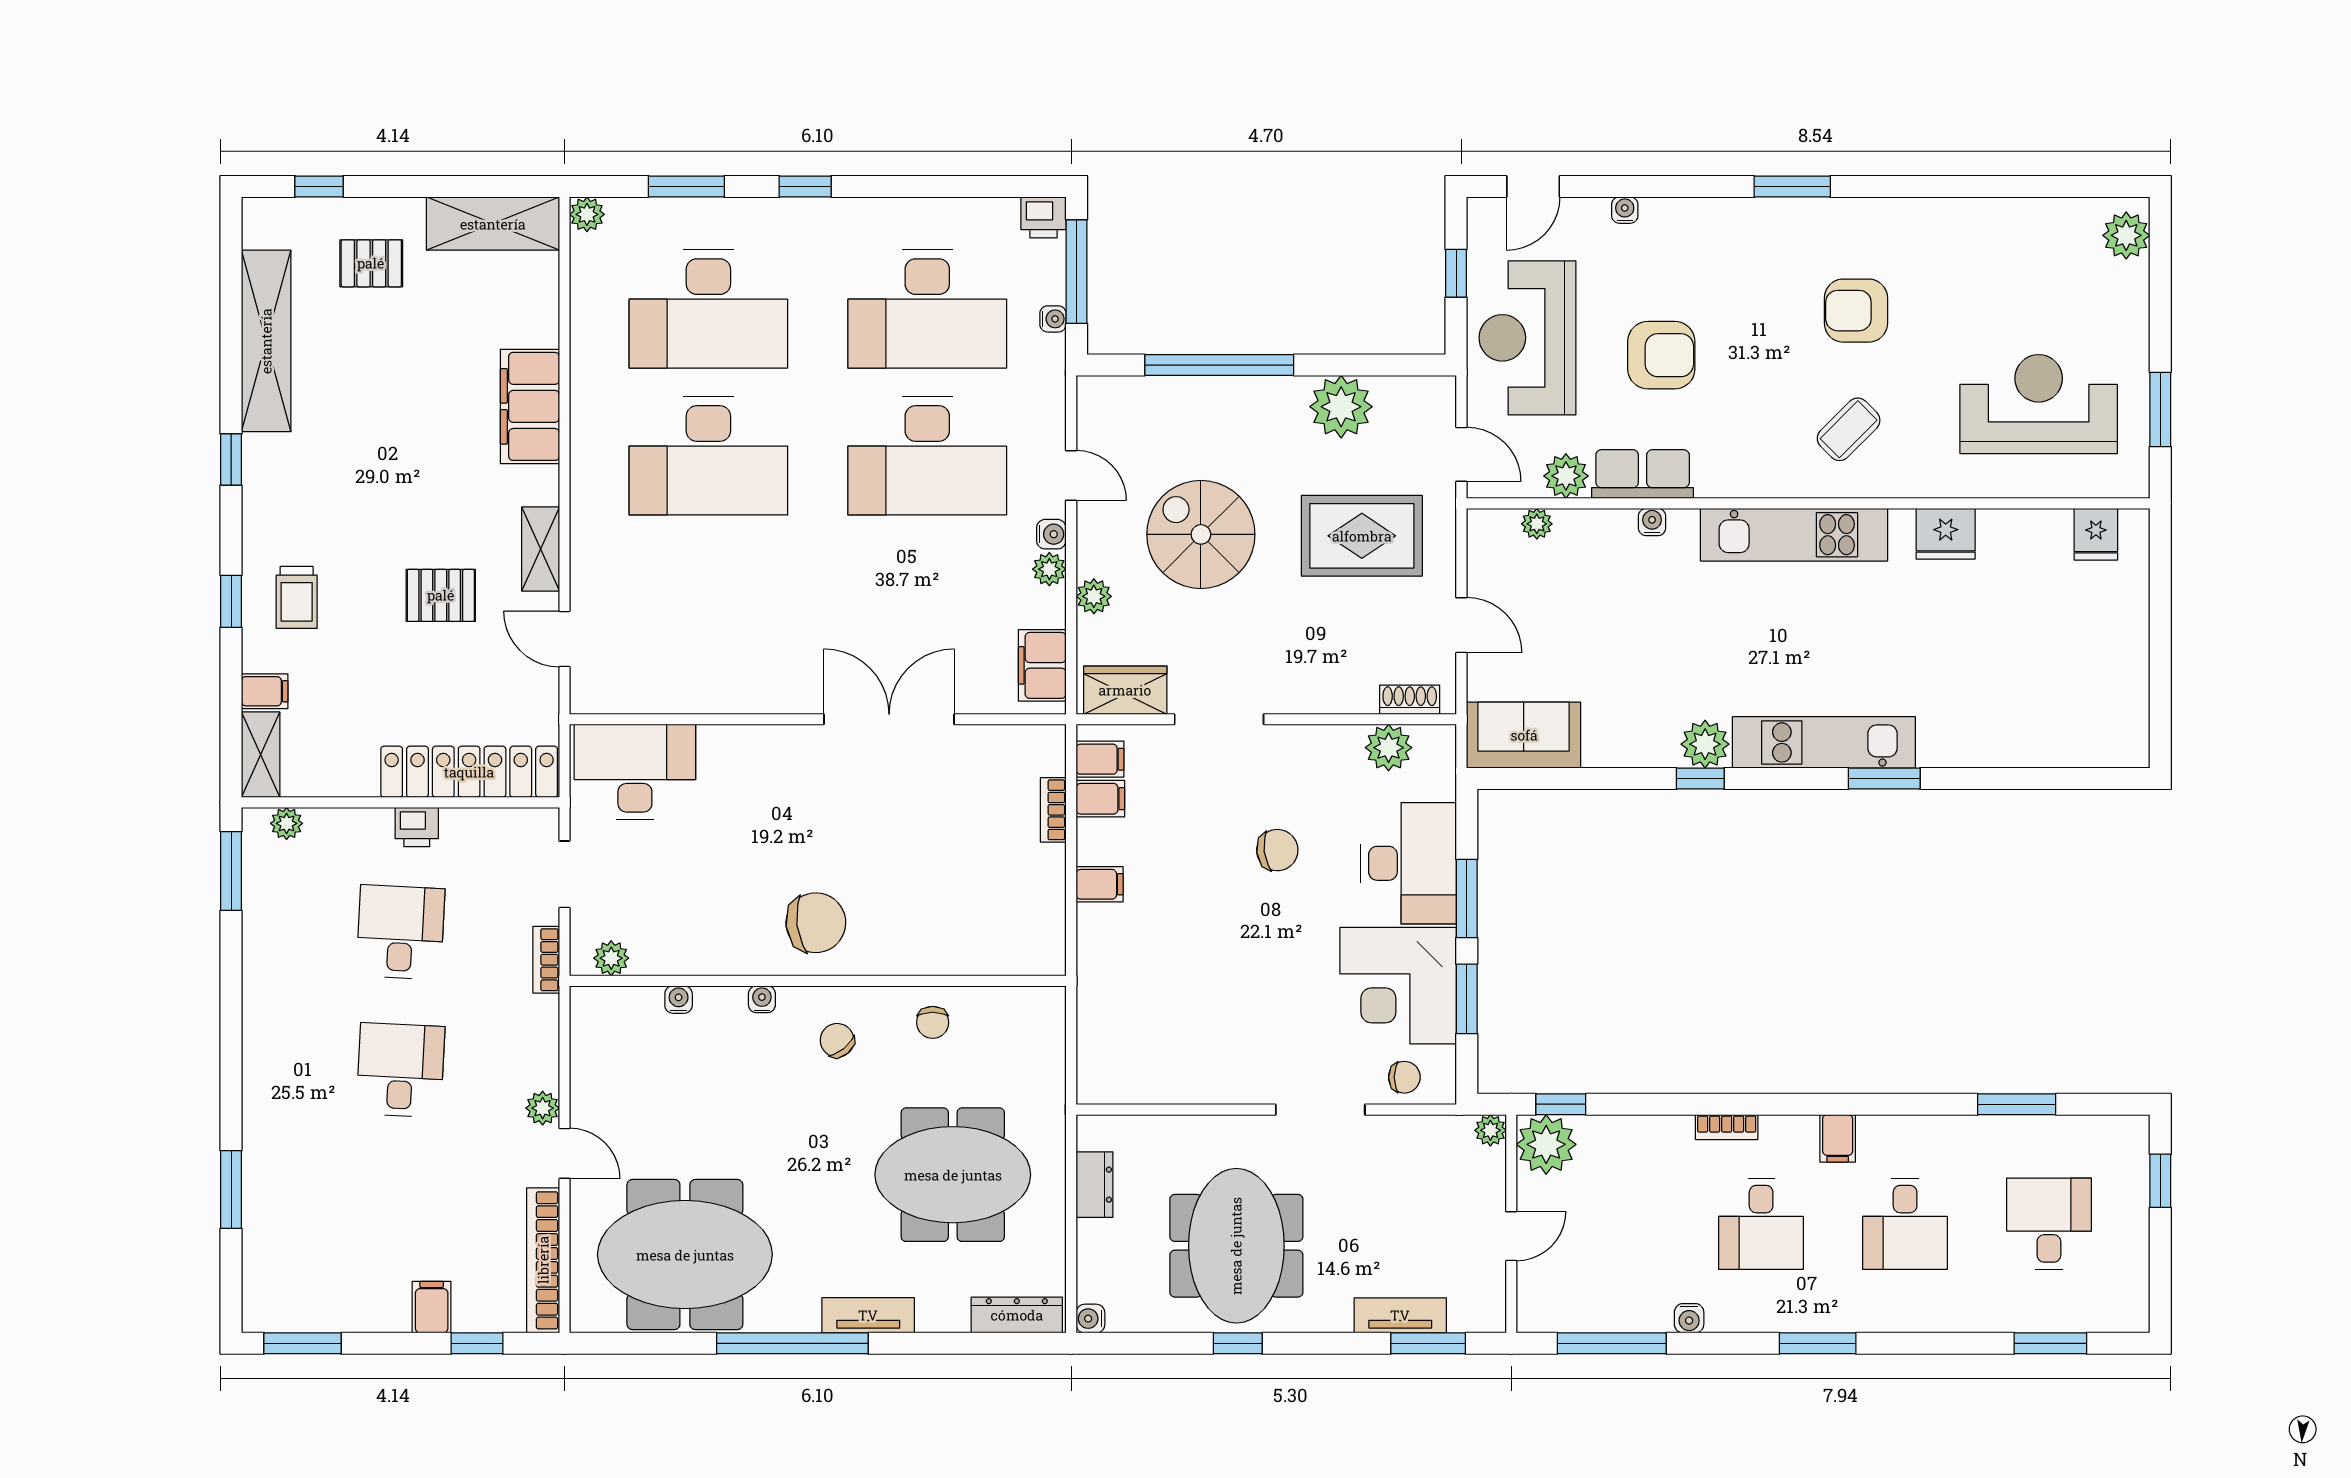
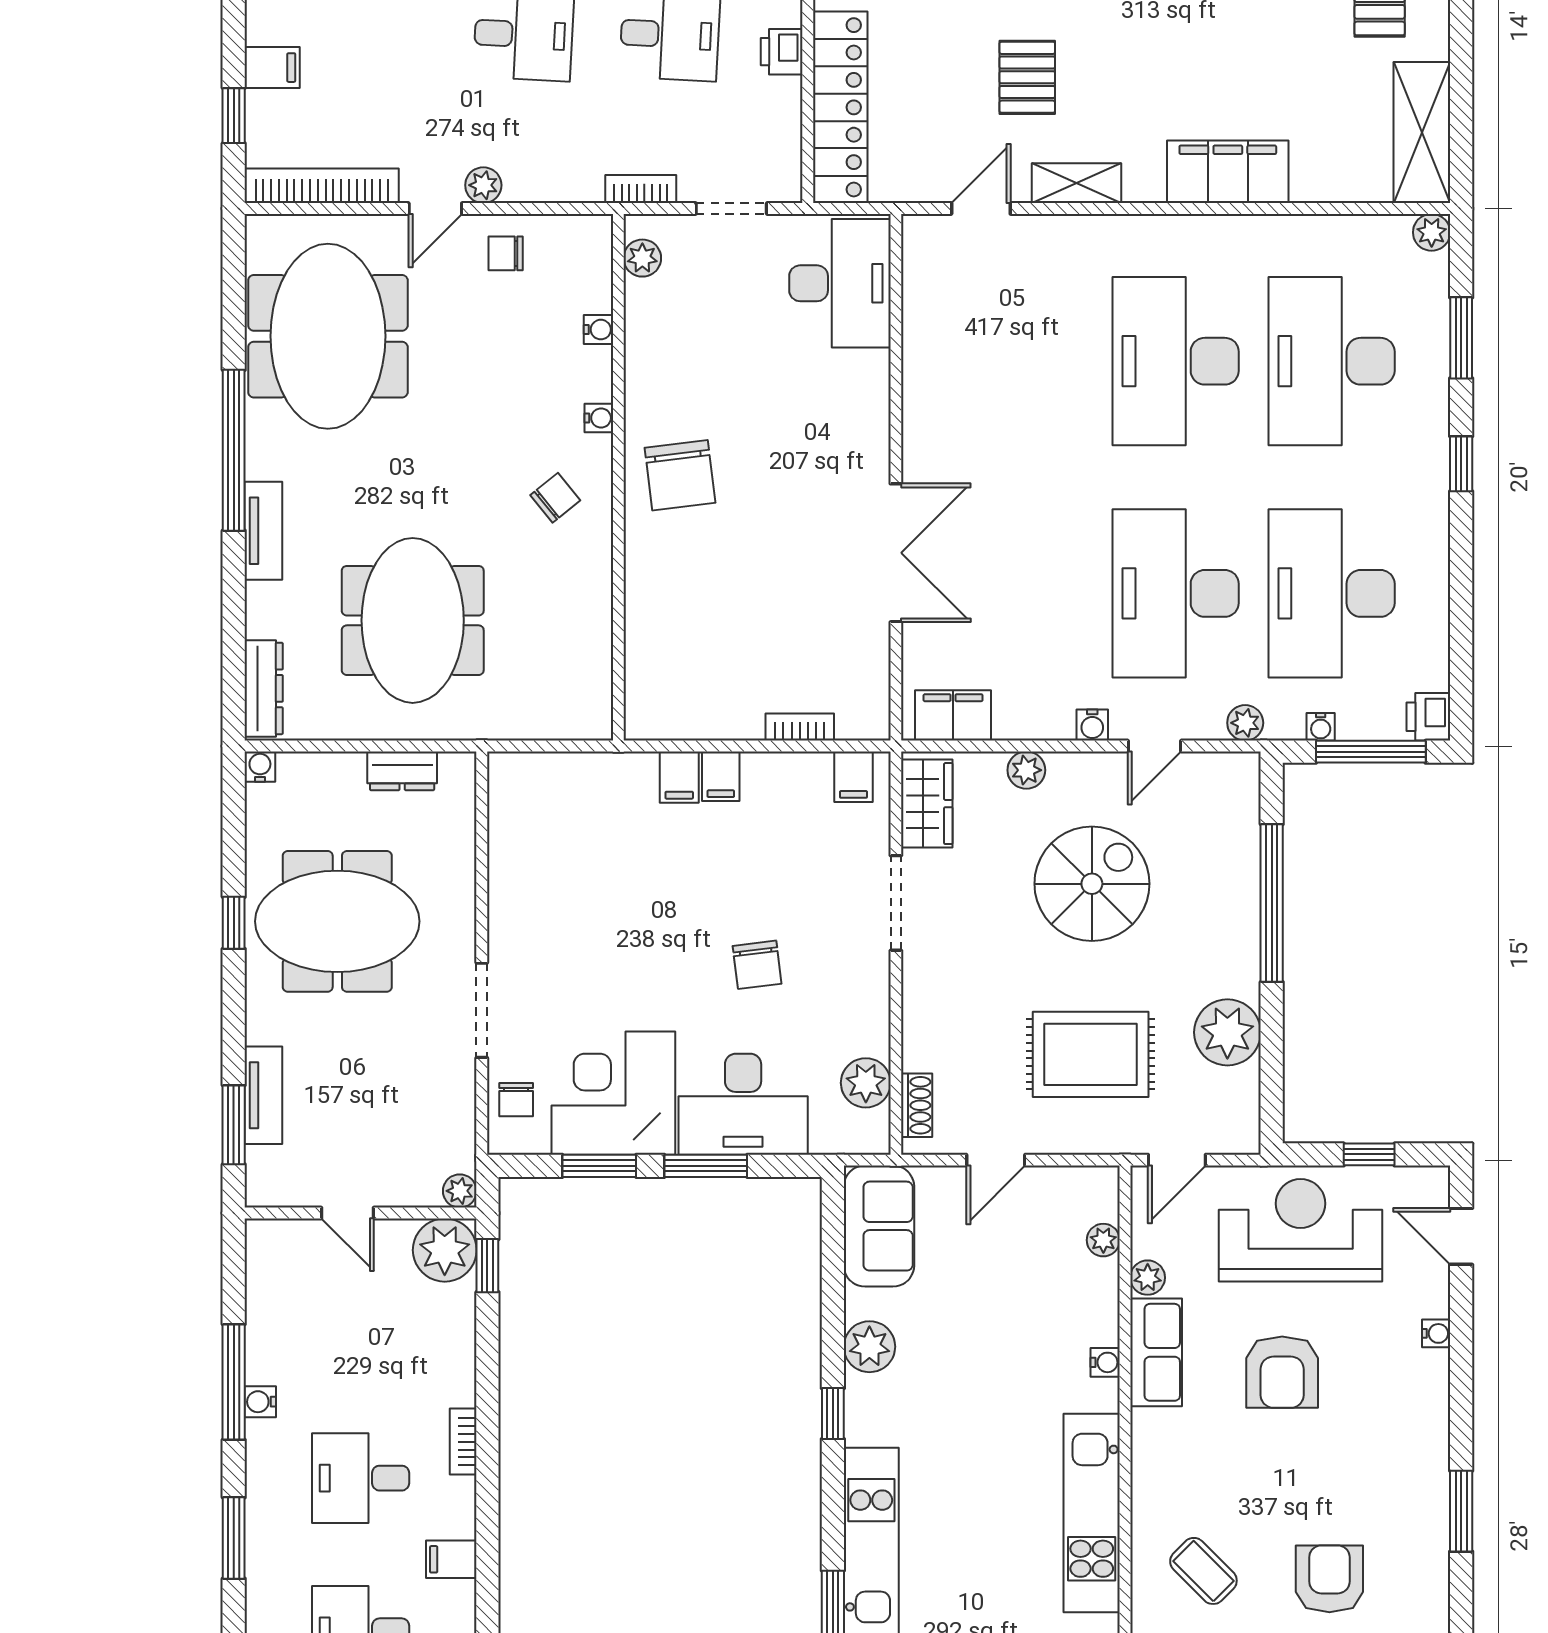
plant: (1566, 476) -> (1148, 1278), width x0.73, depth x0.73
rug: (1362, 536) -> (1091, 1054), turned 90
plant: (1049, 569) -> (1245, 723), moved
plant: (1705, 744) -> (869, 1347), moved
filing cabinet: (1100, 799) -> (679, 777), moved
chair: (933, 1022) -> (506, 253), moved
window: (1612, 1343) -> (234, 1382), moved

